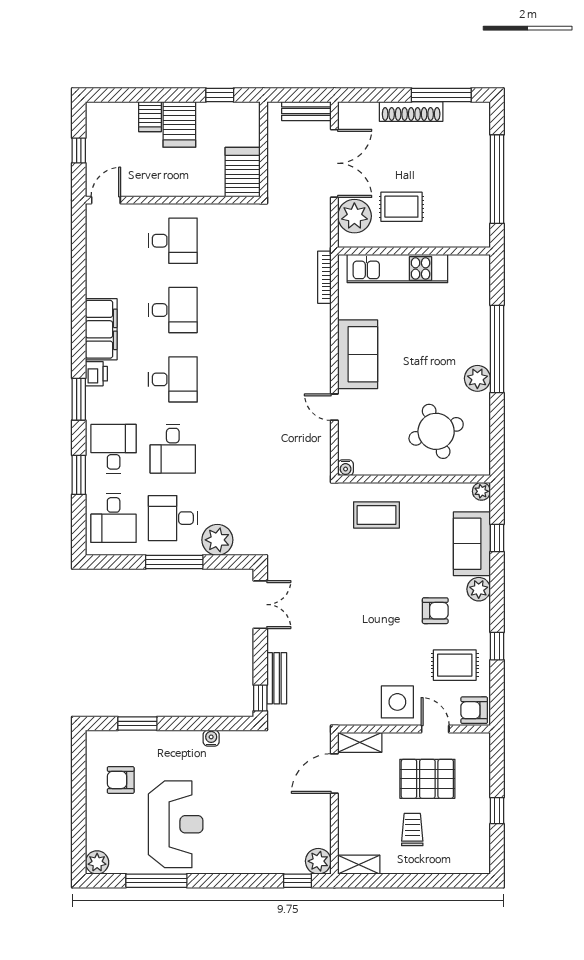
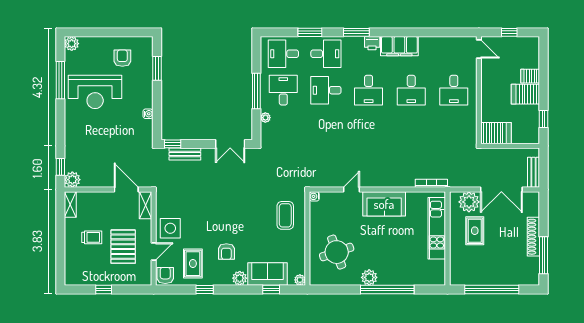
plant: (217, 540) -> (265, 118), width x0.53, depth x0.53

